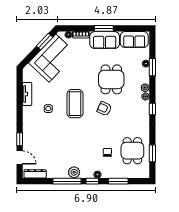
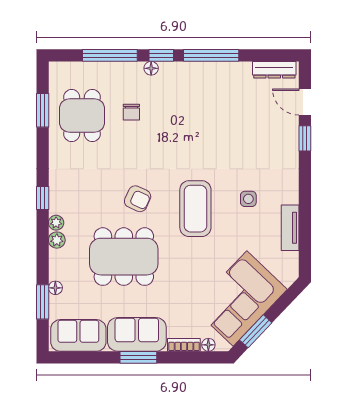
window: (152, 67) -> (43, 302), moved
dining table: (111, 79) -> (124, 257), width x1.38
plant: (74, 172) -> (197, 73), removed
window: (118, 181) -> (110, 55), width x1.44

